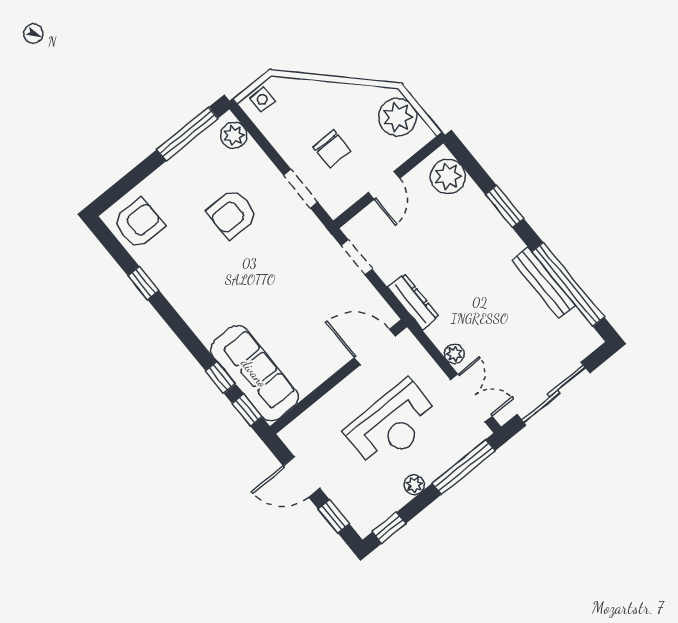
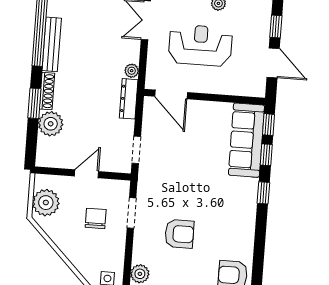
plant: (448, 176) -> (51, 124), moved
shoe rack: (504, 231) -> (47, 91), added
window: (143, 283) -> (263, 193), moved
plant: (454, 354) -> (132, 71), moved

